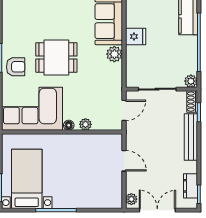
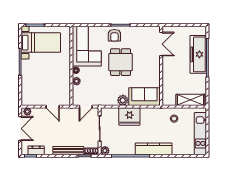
fridge: (136, 36) -> (129, 116), width x1.88, depth x1.34
door: (124, 110) -> (86, 107), hinge flipped
door: (124, 161) -> (53, 107), hinge flipped

